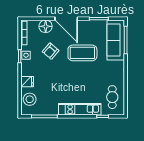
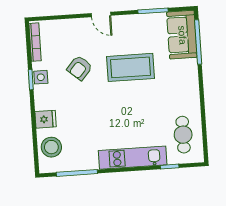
door: (66, 19) -> (101, 14), width x0.53
floor lamp: (46, 26) -> (69, 29), removed
sofa: (116, 40) -> (182, 35), width x0.73

